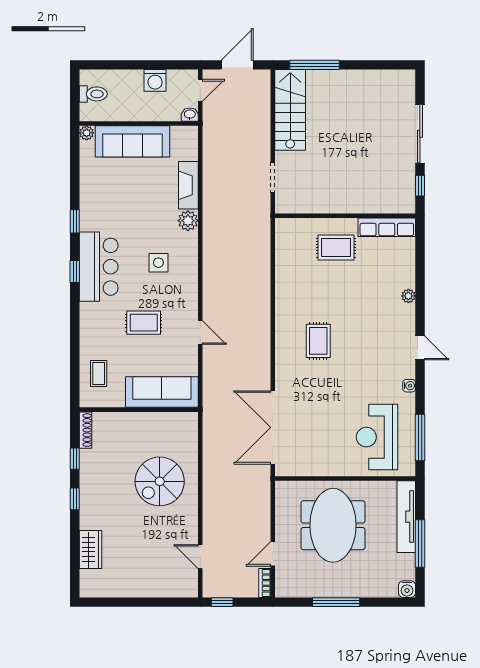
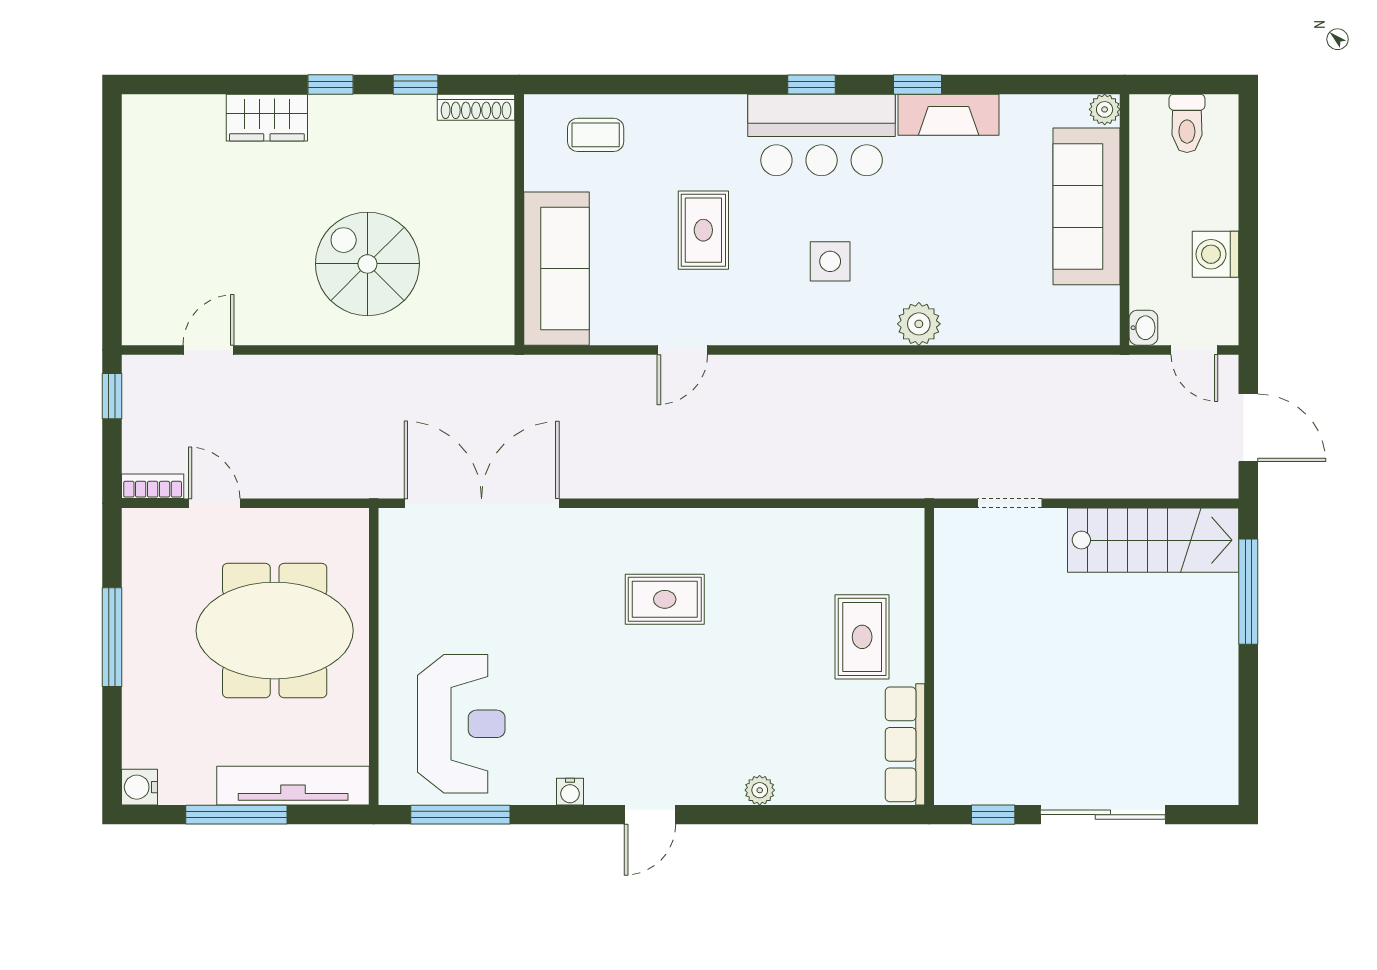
fireplace: (188, 185) -> (949, 115), moved, turned 180
reception desk: (377, 437) -> (461, 724), turned 90
wardrobe: (90, 550) -> (267, 118), moved

